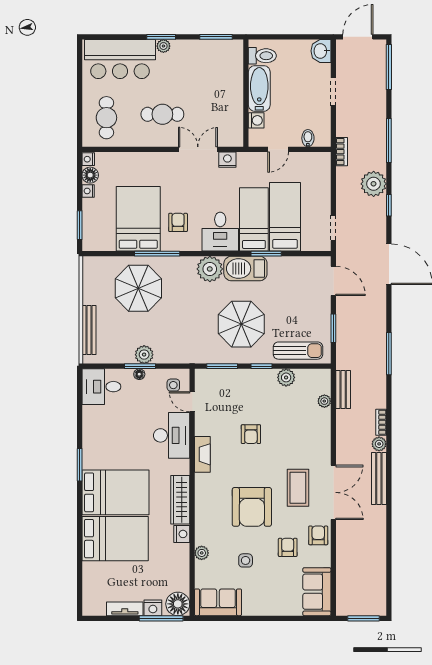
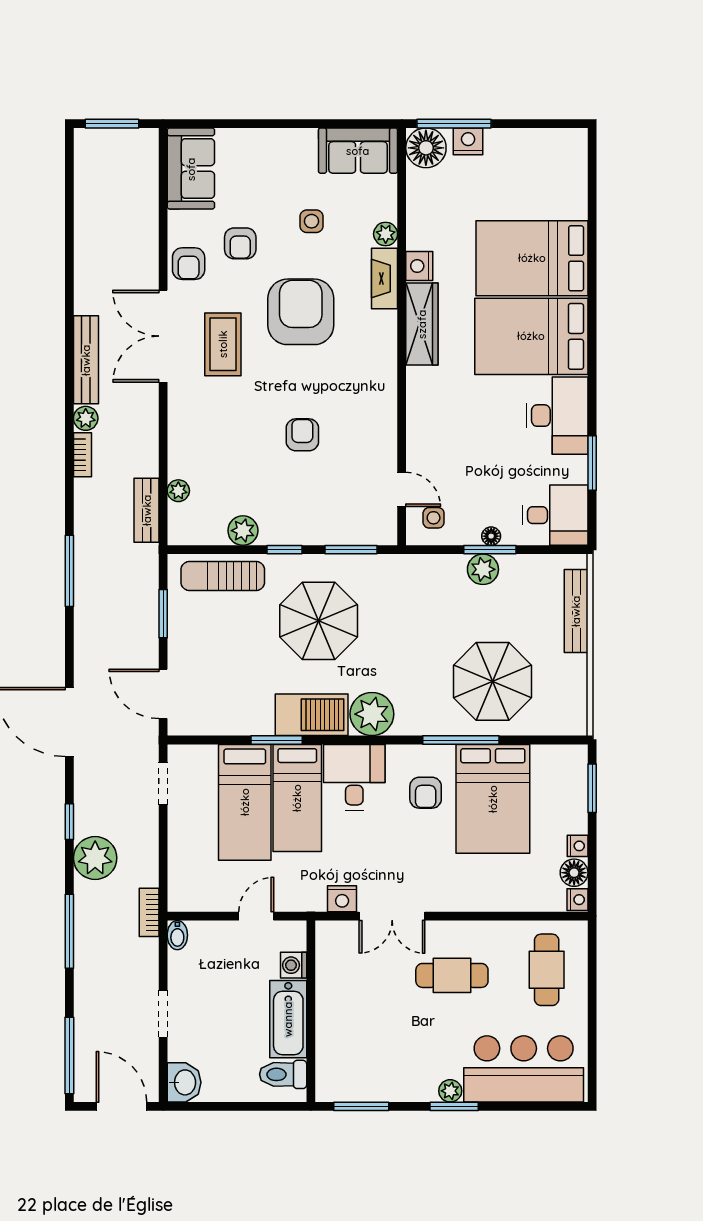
door: (358, 37) -> (122, 1106), swing flipped
bidet: (308, 138) -> (177, 935), moved
desk: (172, 435) -> (557, 416), moved, turned 180
fireplace: (202, 454) -> (384, 278), moved
window: (80, 465) -> (592, 463), moved
tv unit: (125, 609) -> (516, 139), removed

